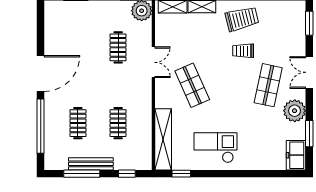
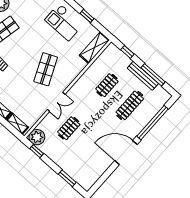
double door: (153, 62) -> (56, 102), swing flipped
clothes rail: (78, 123) -> (130, 105), width x1.36
shelving: (163, 139) -> (94, 48), width x0.68
window: (181, 174) -> (87, 16), moved

